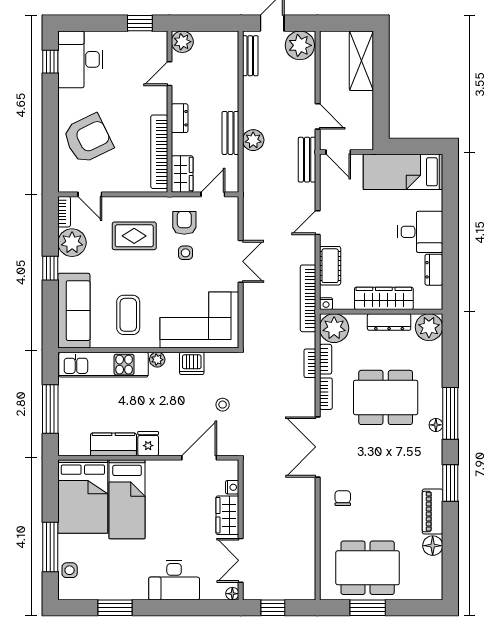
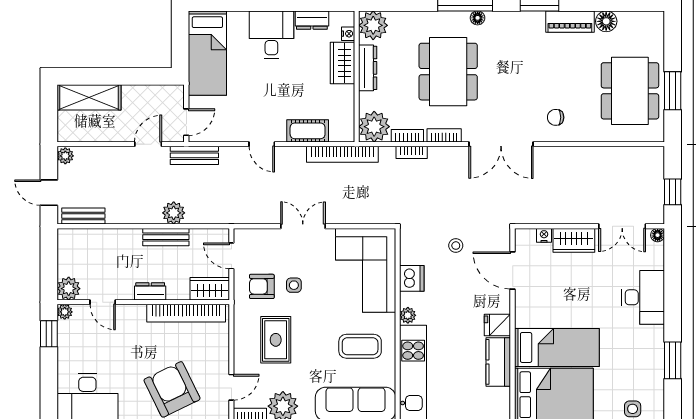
plant: (160, 38) -> (65, 312), added
plant: (300, 45) -> (65, 156), width x0.53, depth x0.53
wardrobe: (384, 298) -> (342, 63), width x0.67
nightstand: (326, 304) -> (348, 34), moved

